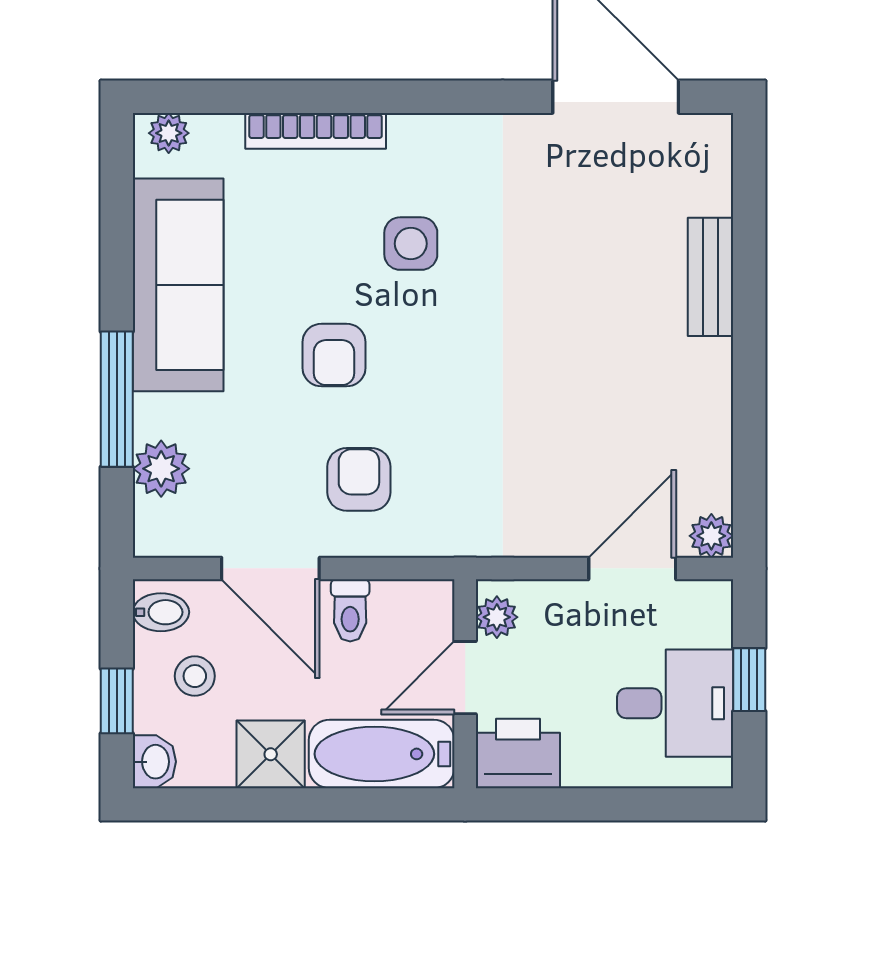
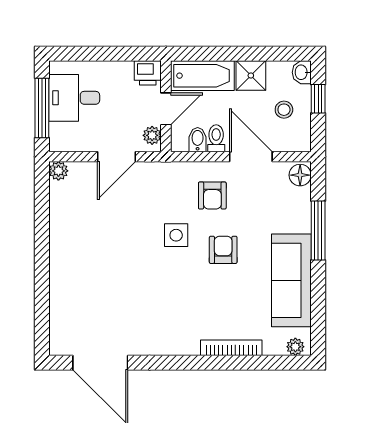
side table: (411, 244) -> (176, 235), moved
bench: (711, 277) -> (59, 284), removed
plant: (161, 469) -> (299, 200), removed
floor lamp: (158, 526) -> (300, 175), added
door: (632, 568) -> (116, 157), moved
bidet: (161, 612) -> (198, 140), moved, turned 90
window: (749, 680) -> (42, 108), width x2.17
printer: (518, 753) -> (148, 73), width x0.73, depth x0.81

